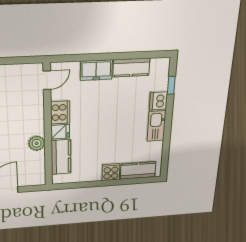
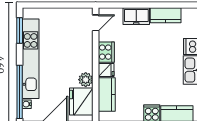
fridge: (32, 166) -> (81, 102), added

